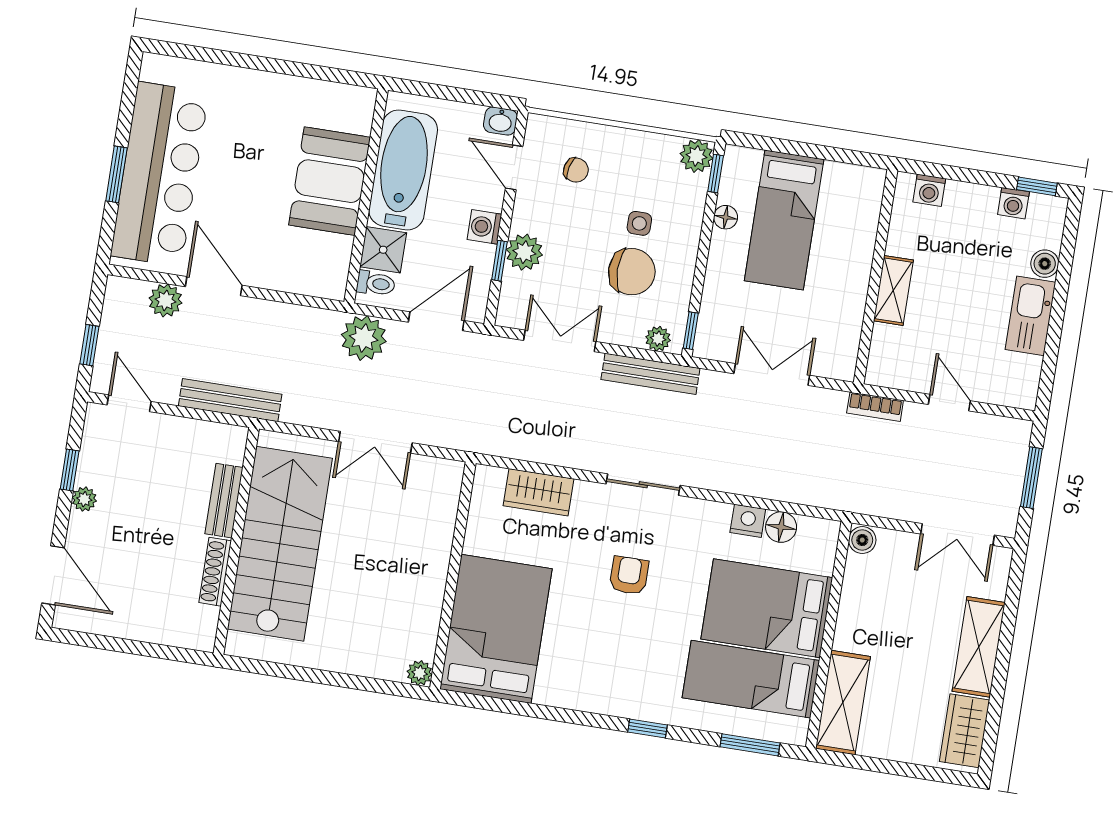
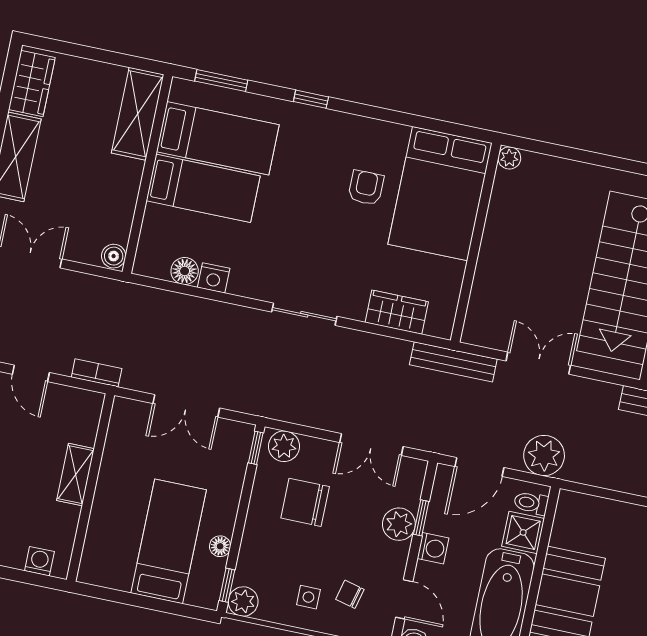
side table: (639, 223) -> (308, 597), moved
plant: (658, 339) -> (284, 446), width x1.38, depth x1.38
bench: (650, 374) -> (453, 362), moved
armchair: (629, 575) -> (366, 188), moved, turned 180
bed: (767, 608) -> (203, 188), width x0.67

